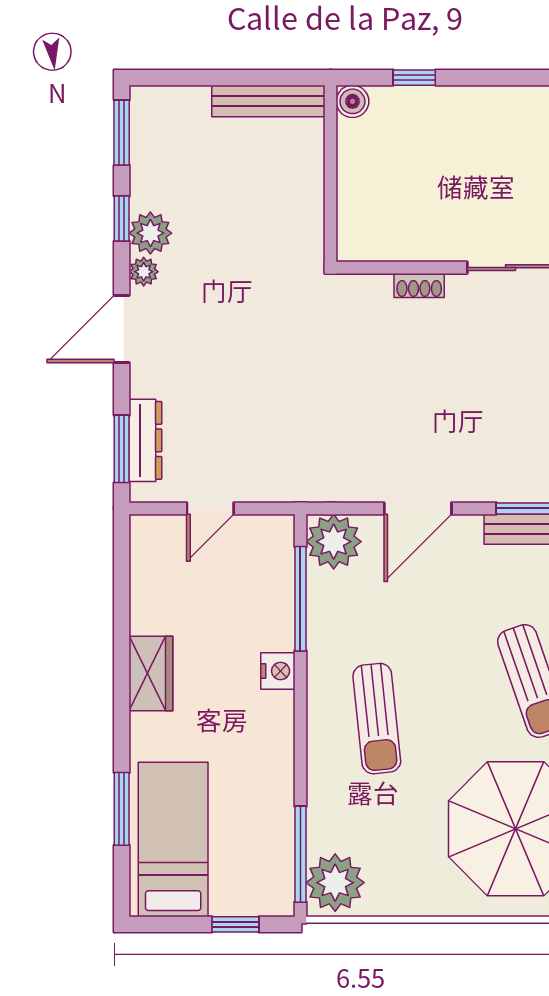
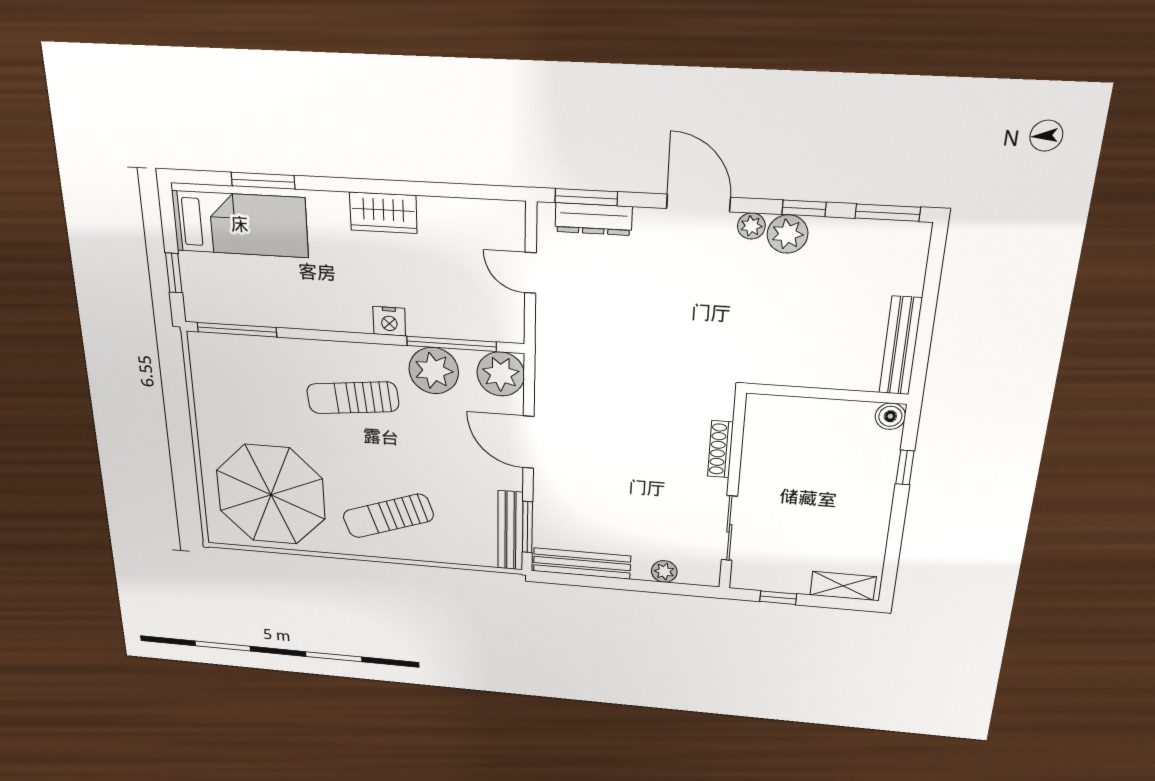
shoe rack: (419, 285) -> (720, 449), width x1.43
plant: (335, 883) -> (434, 371), moved

